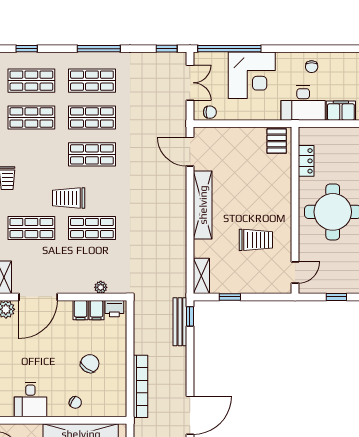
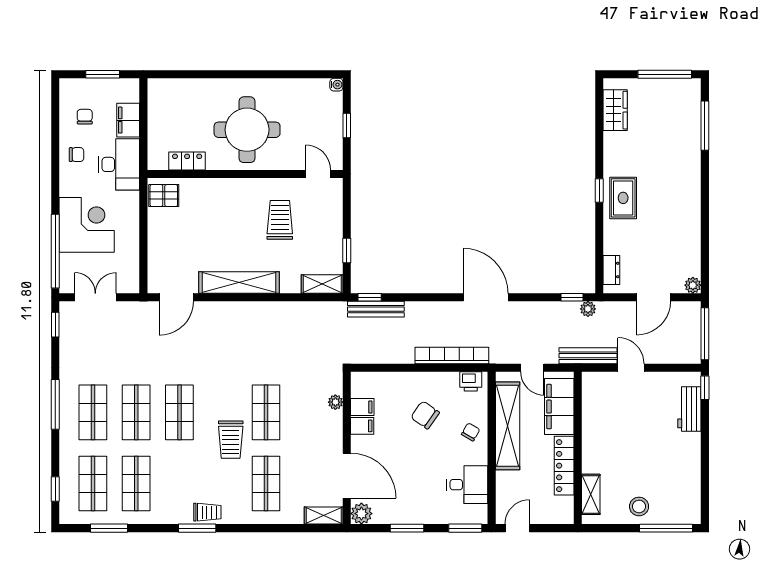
chair: (210, 112) -> (85, 117), moved
printer: (114, 309) -> (471, 381), moved, turned 90

